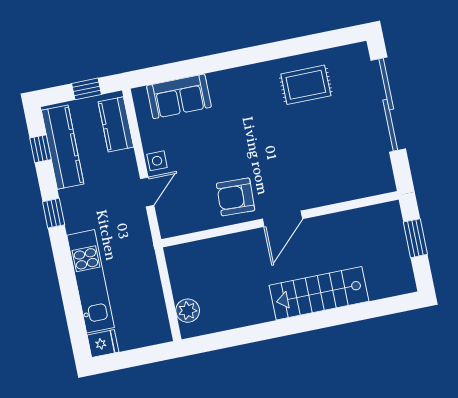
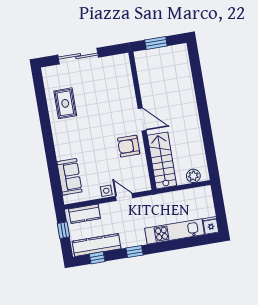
sliding door: (388, 105) -> (78, 56), width x0.73
armchair: (236, 197) -> (129, 146), turned 88
stairs: (319, 293) -> (162, 160), moved, turned 180

